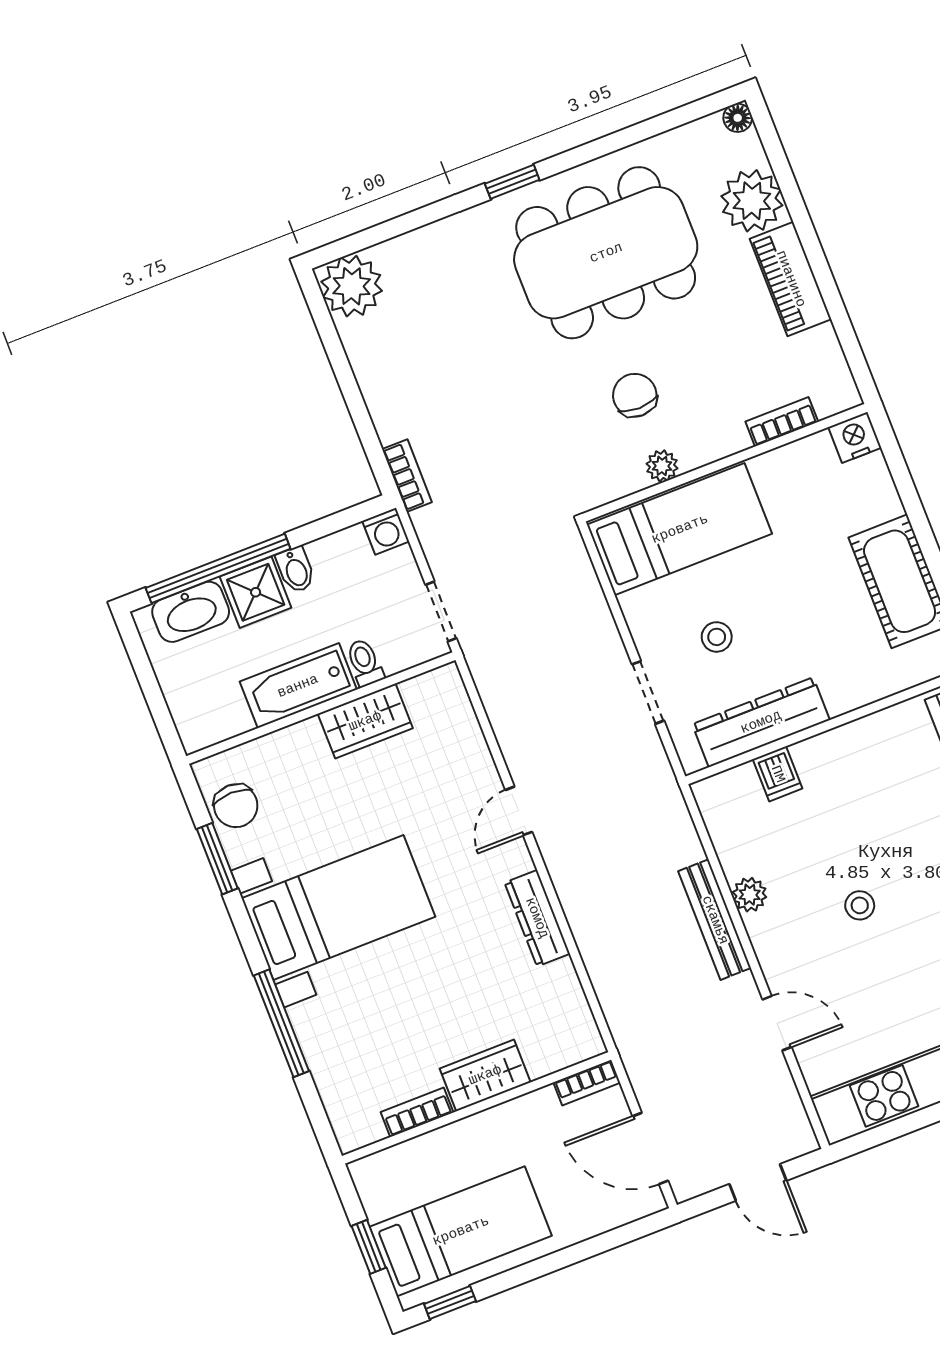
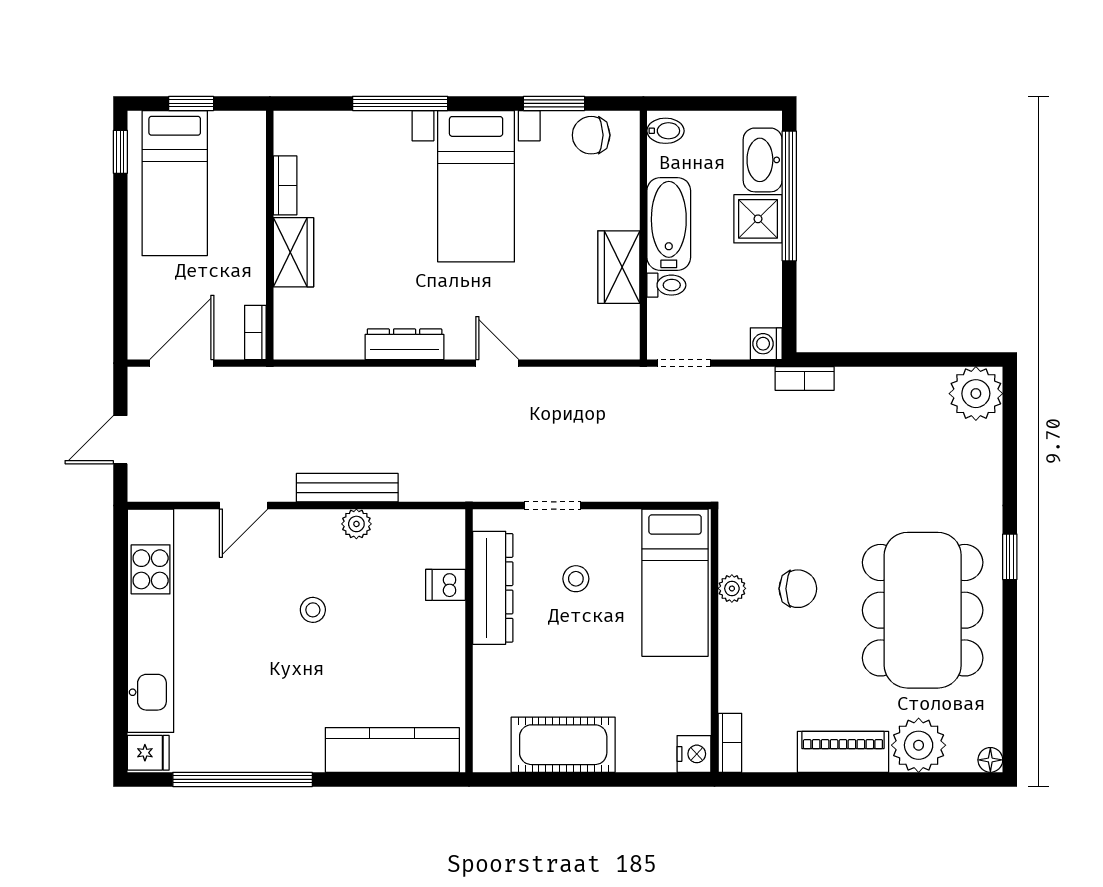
bookcase: (782, 422) -> (730, 743), moved
bidet: (296, 570) -> (665, 131), moved, turned 180

